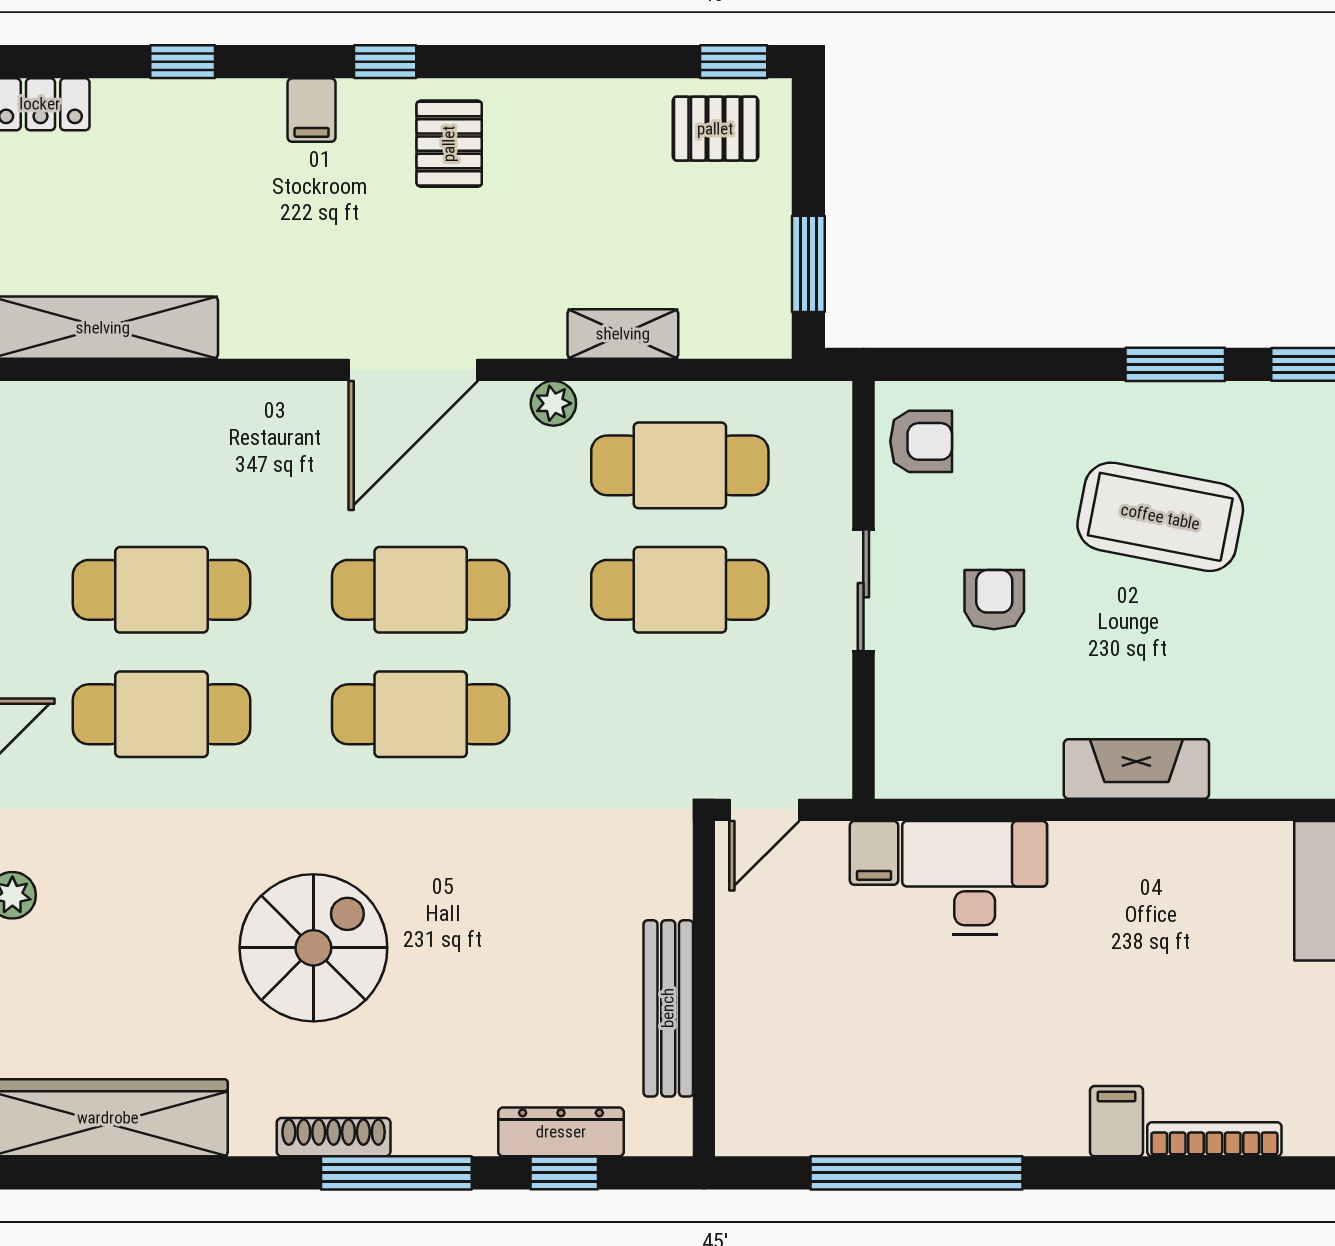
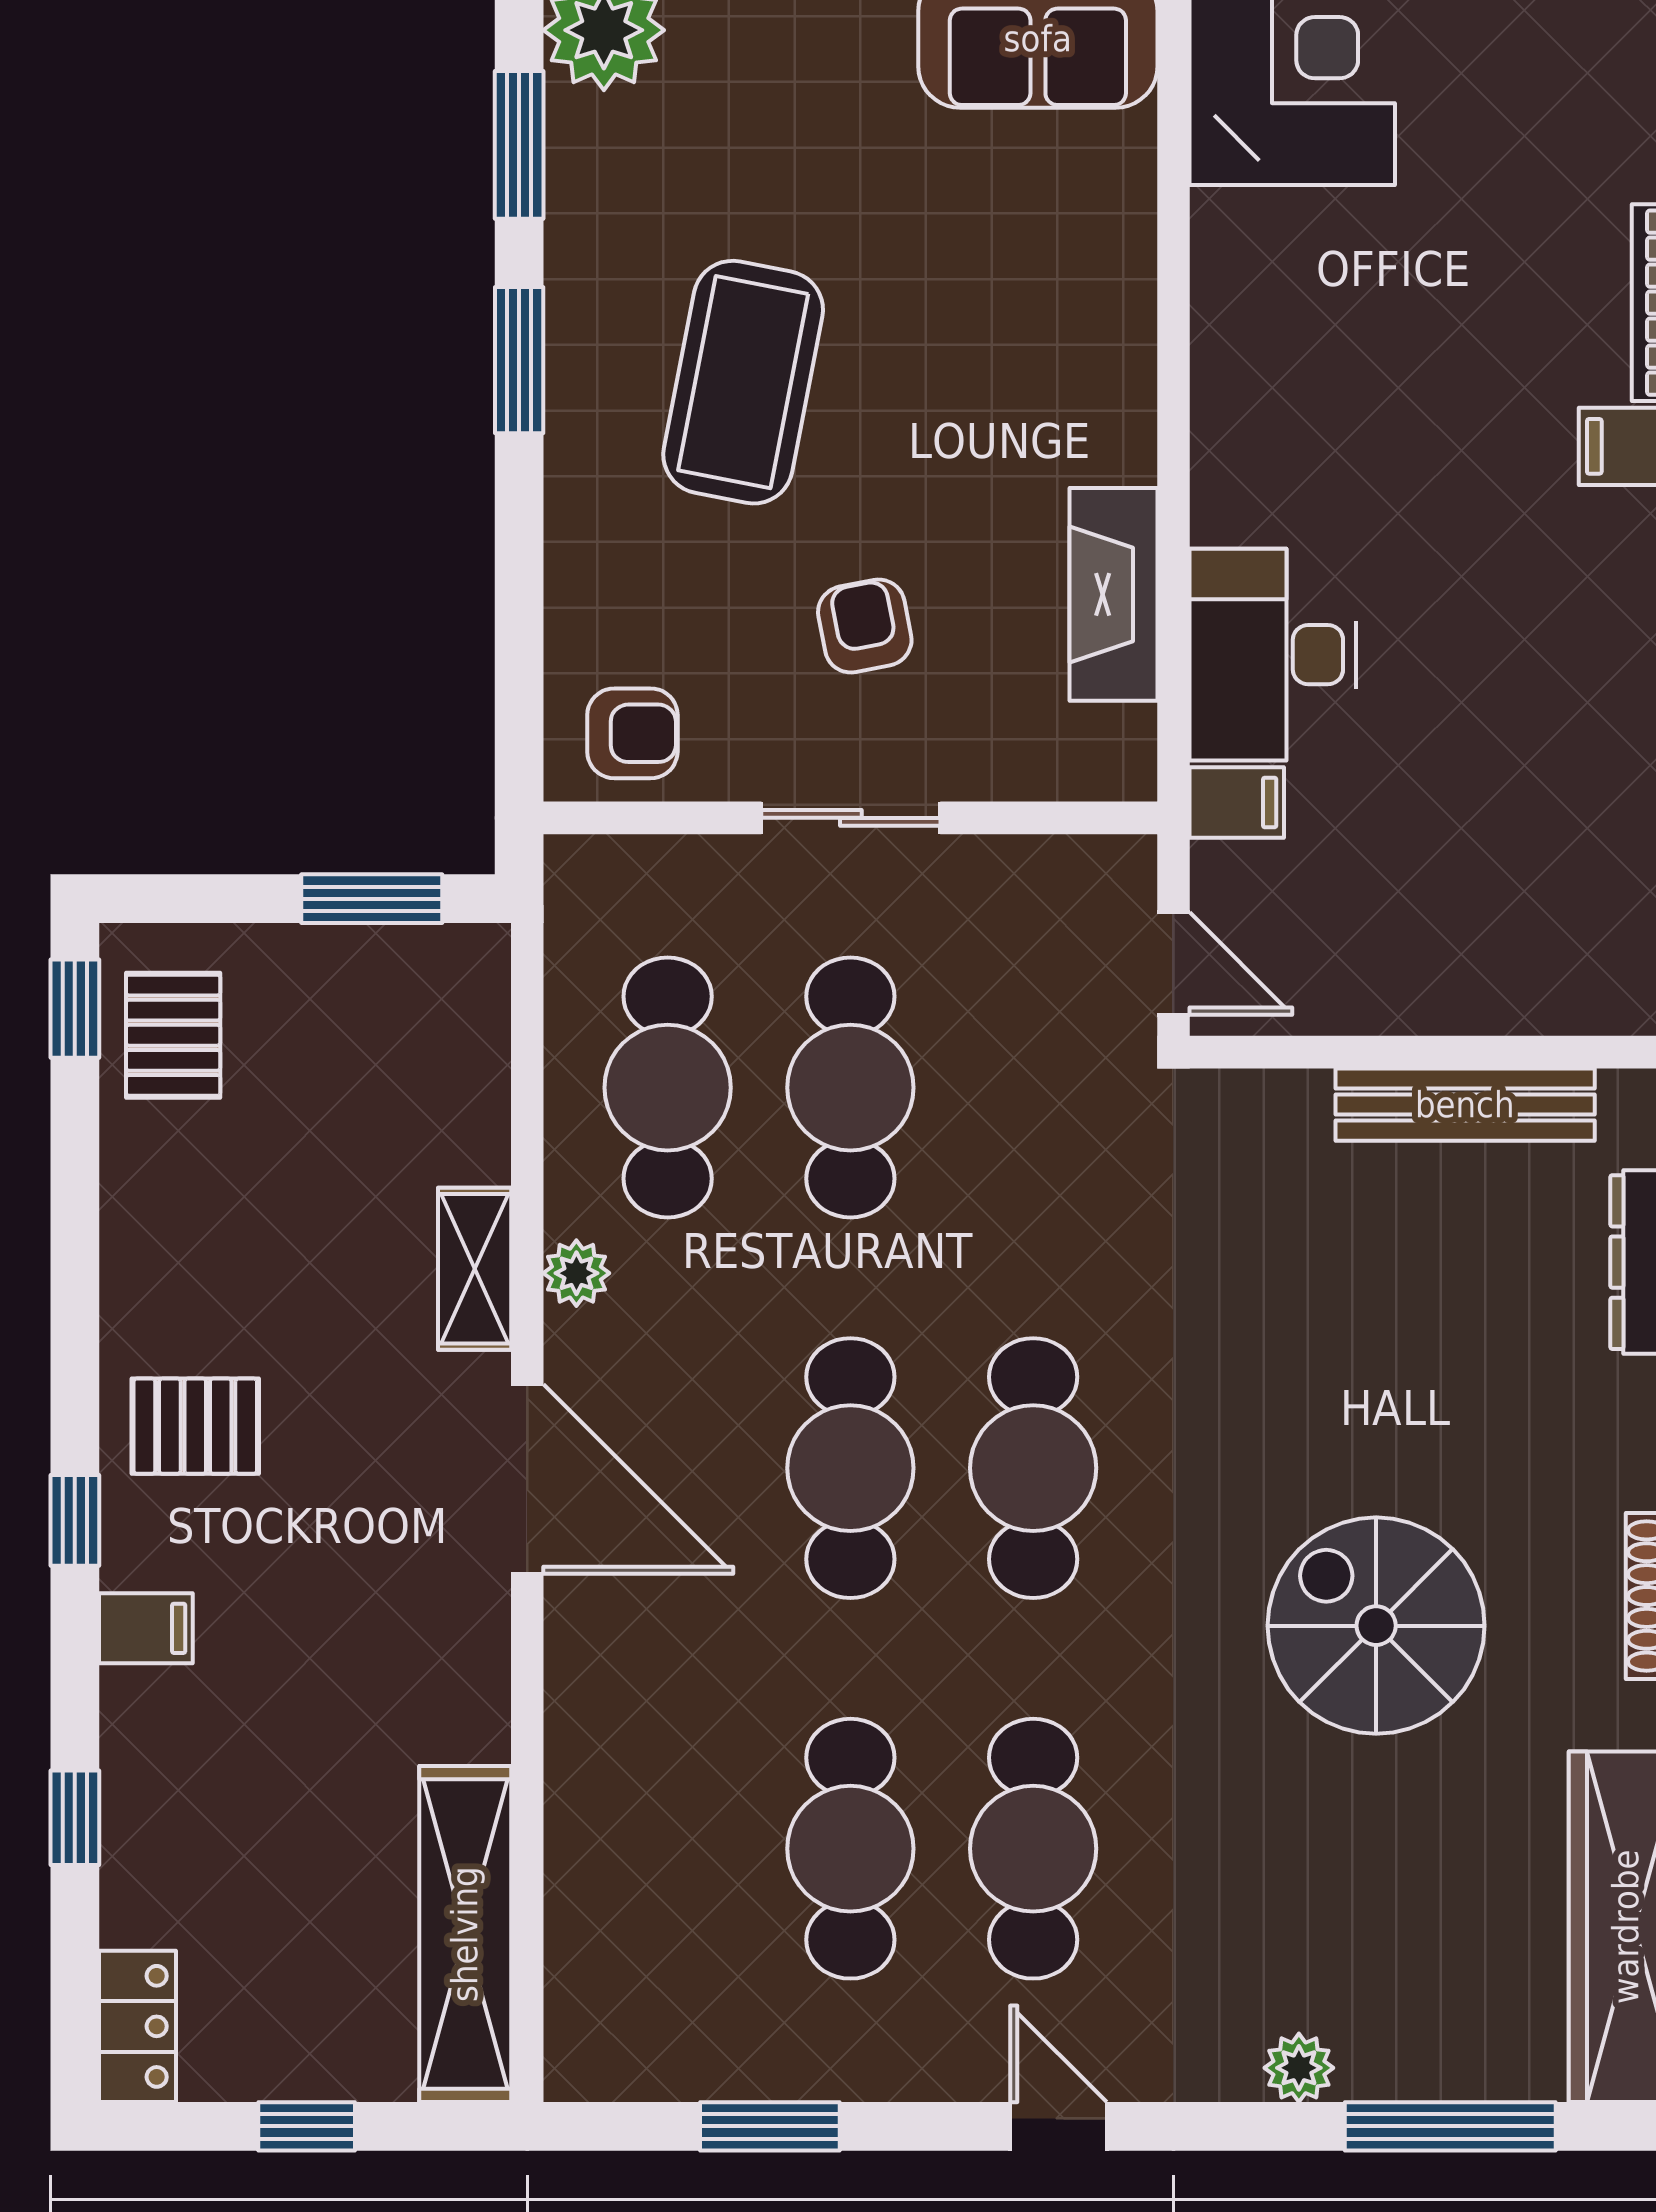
shelving: (623, 334) -> (475, 1269), moved
armchair: (921, 441) -> (632, 733), turned 90
armchair: (994, 600) -> (865, 626), turned 79
fireplace: (1136, 769) -> (1114, 594), moved

